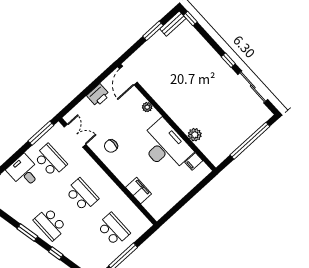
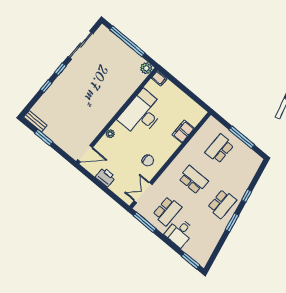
window: (190, 19) -> (46, 86), moved
plant: (195, 135) -> (146, 68), moved
school desk: (50, 160) -> (167, 211), turned 180
filing cabinet: (194, 161) -> (159, 78), moved
school desk: (82, 195) -> (193, 180), turned 90

